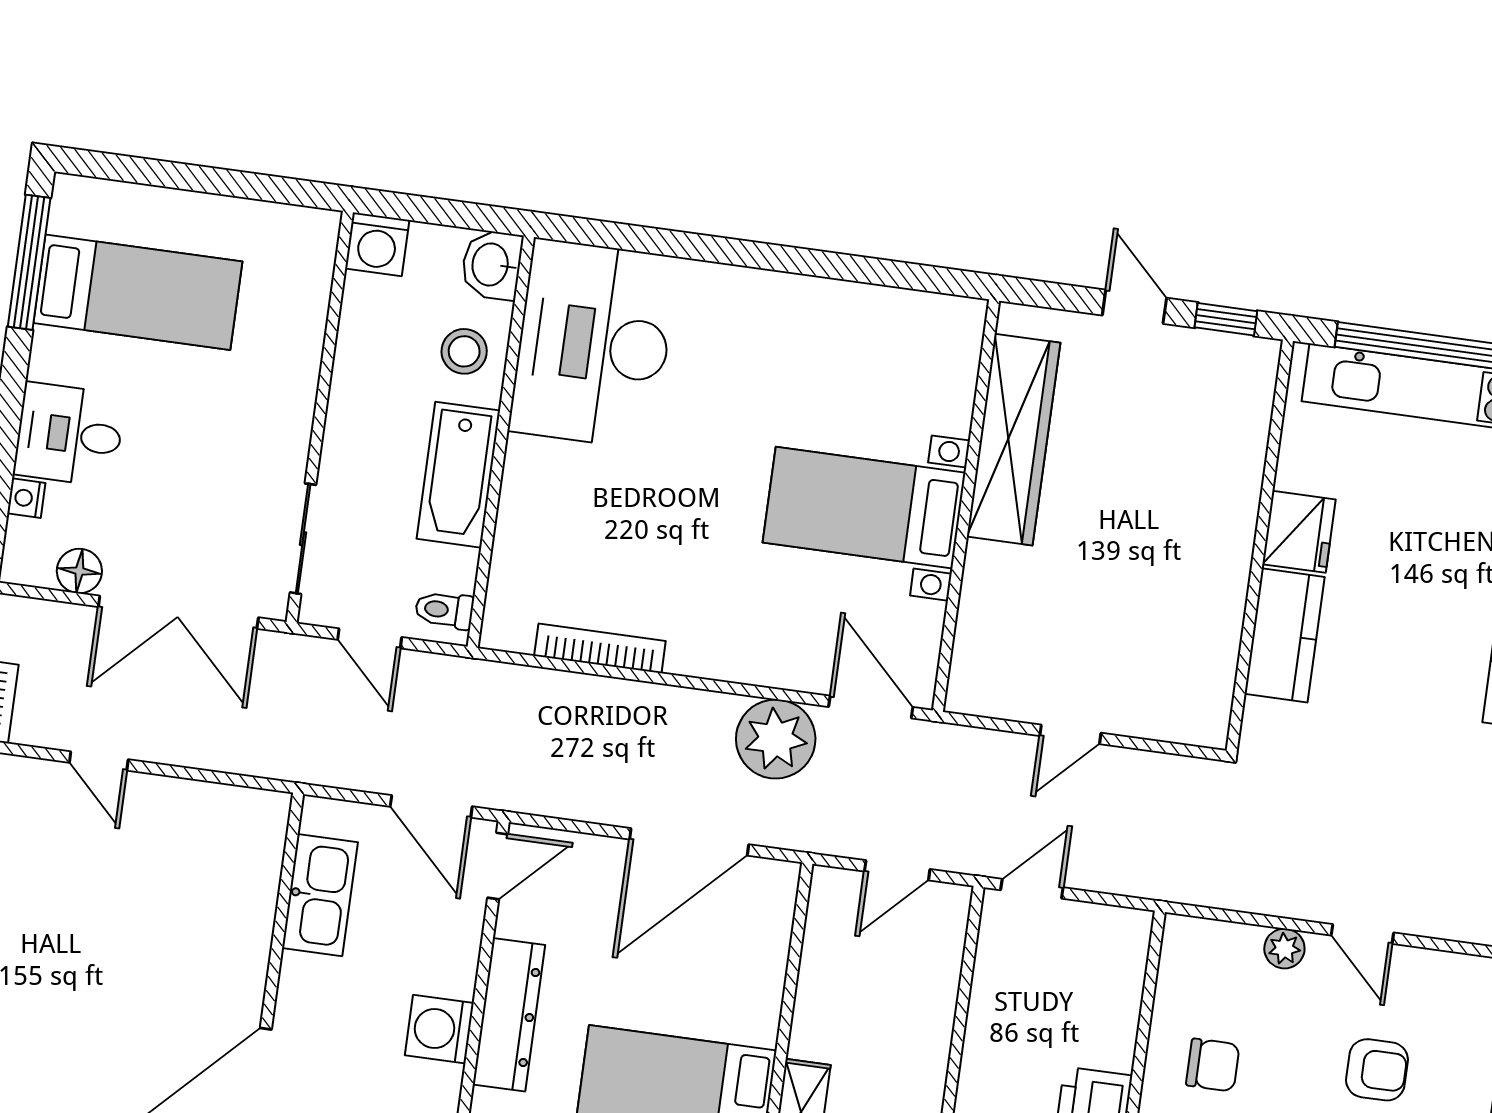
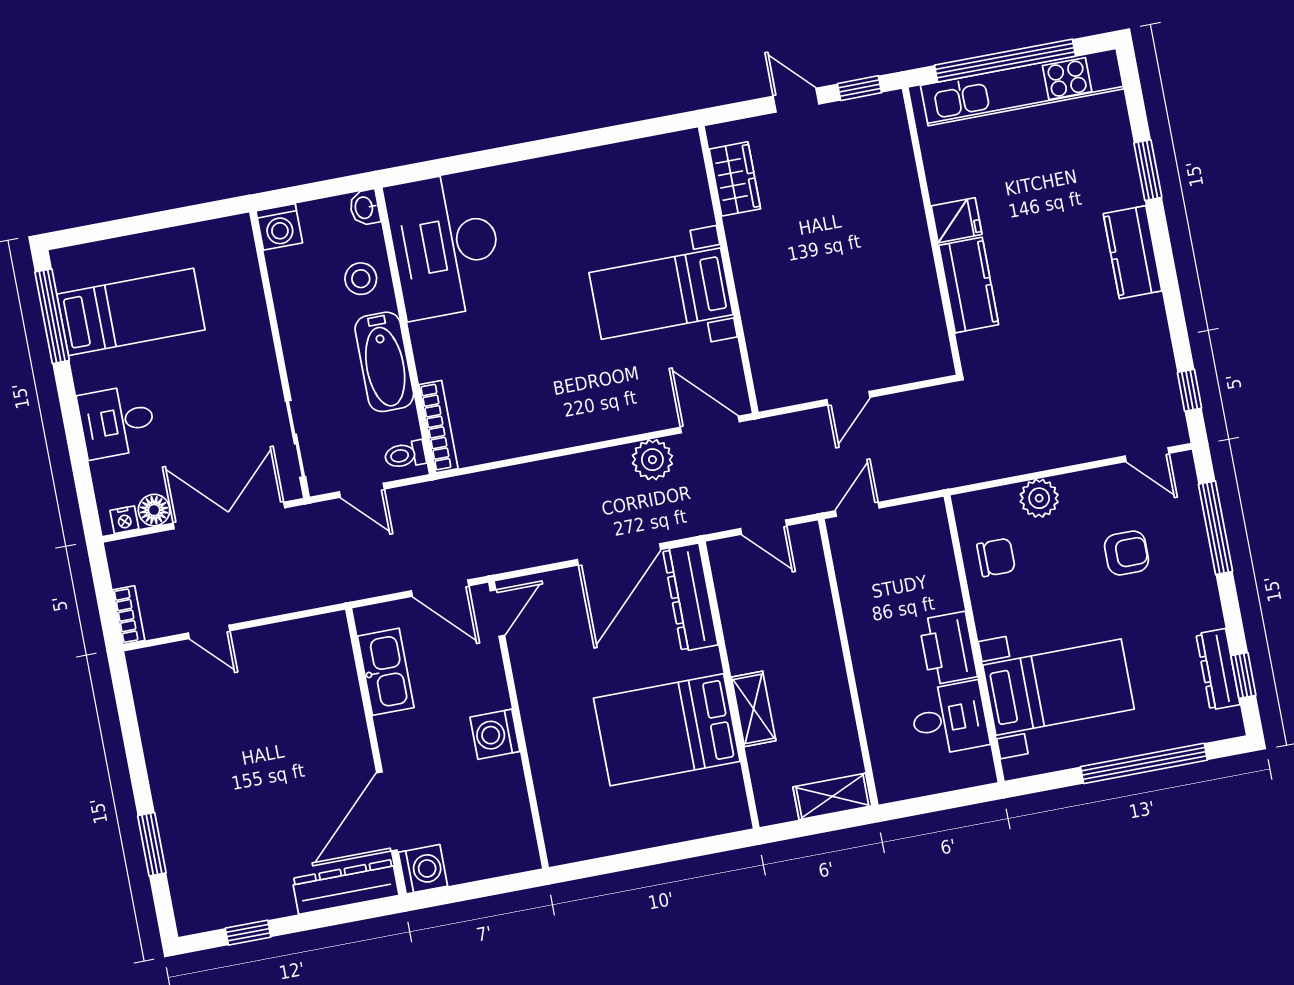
washbasin: (492, 265) -> (365, 208), width x0.72, depth x0.69
wardrobe: (1014, 440) -> (735, 179), width x0.48, depth x0.85
nightstand: (26, 498) -> (124, 520), moved, turned -90
fridge: (1299, 532) -> (957, 220), width x0.72
double door: (178, 612) -> (229, 515), swing flipped
bookcase: (600, 648) -> (439, 427), moved, turned 90
plant: (776, 739) -> (652, 460), width x0.73, depth x0.73
door: (897, 870) -> (764, 527), hinge flipped
door: (1362, 934) -> (1147, 455), moved
plant: (1284, 949) -> (1039, 498), width x1.38, depth x1.38
dresser: (509, 1015) -> (690, 597), moved, turned 180
chair: (1213, 1065) -> (996, 557), moved

